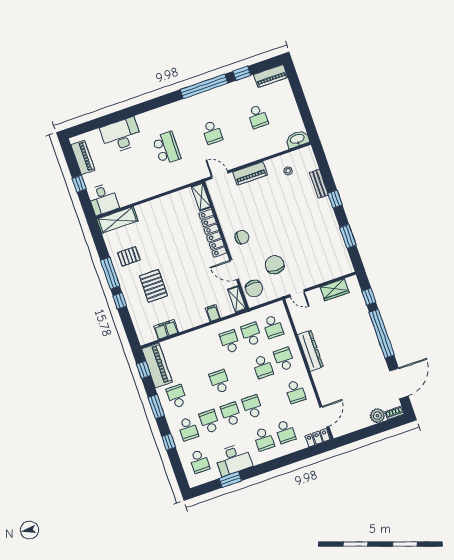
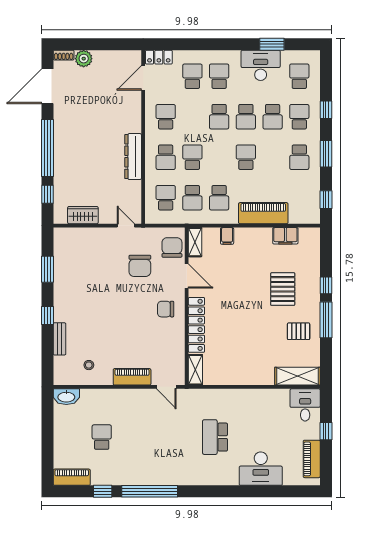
school desk: (212, 132) -> (158, 437), removed
piano: (157, 365) -> (263, 213), moved, turned 90
school desk: (220, 382) -> (246, 157), turned 180

